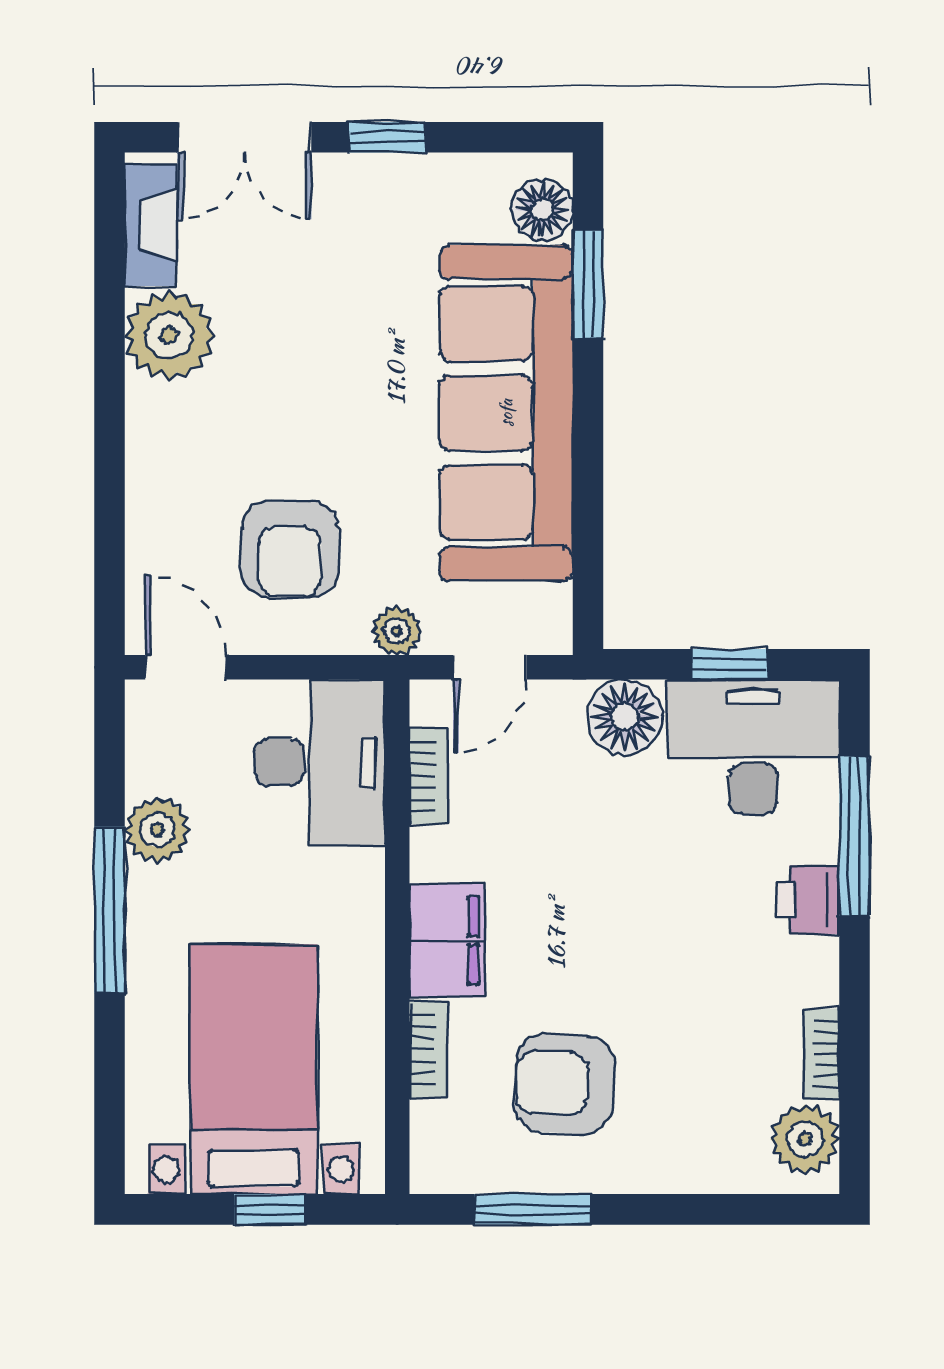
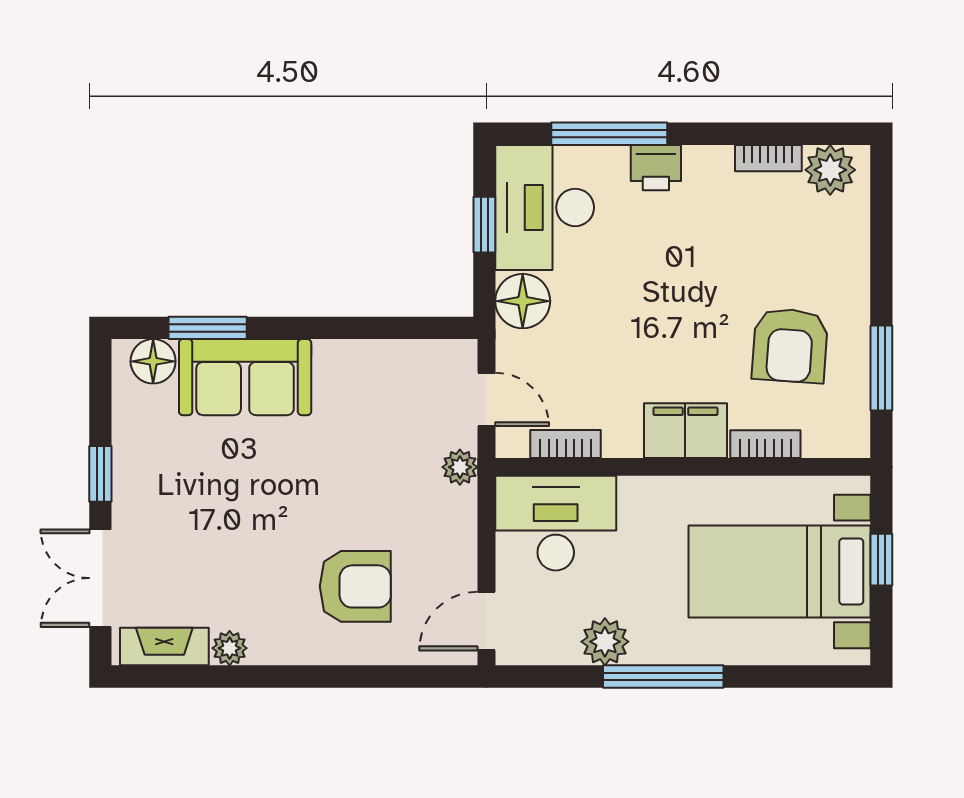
double door: (244, 137) -> (100, 578), swing flipped
plant: (169, 335) -> (230, 648), width x0.53, depth x0.53
sofa: (506, 413) -> (245, 377), width x0.54, depth x0.79
armchair: (290, 549) -> (355, 586), moved

